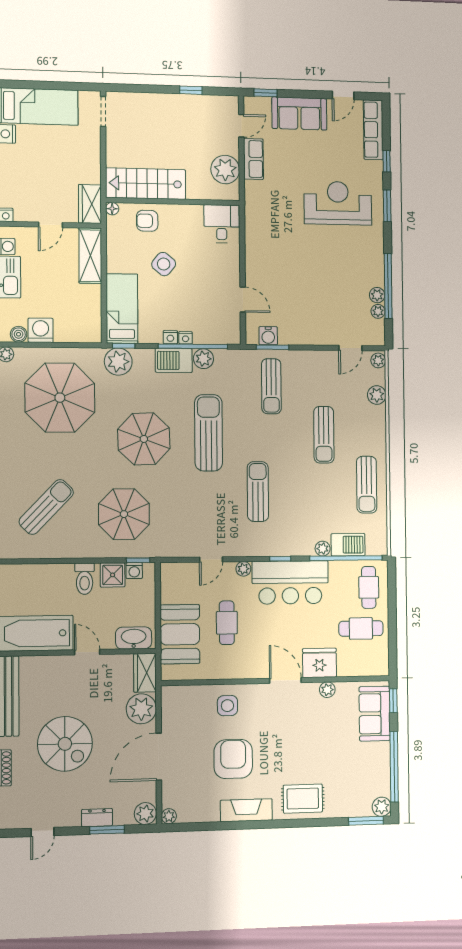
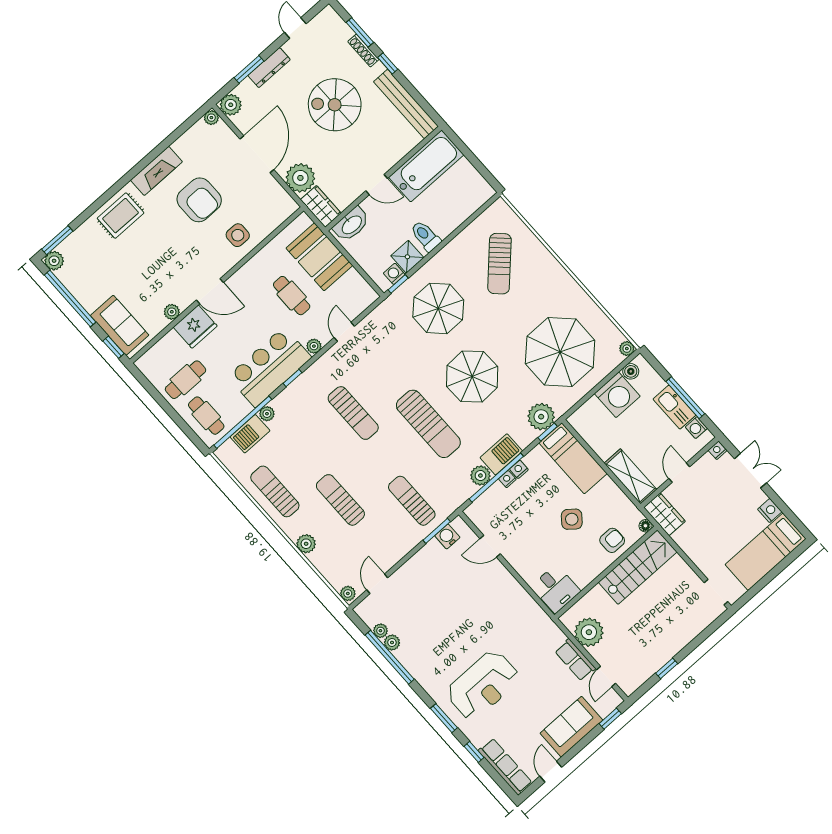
washing machine: (41, 330) -> (617, 395), width x1.37, depth x1.37
plant: (377, 395) -> (306, 544), moved
dresser: (97, 818) -> (269, 68), width x1.44

